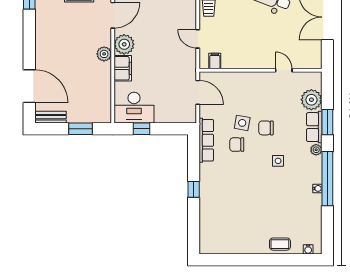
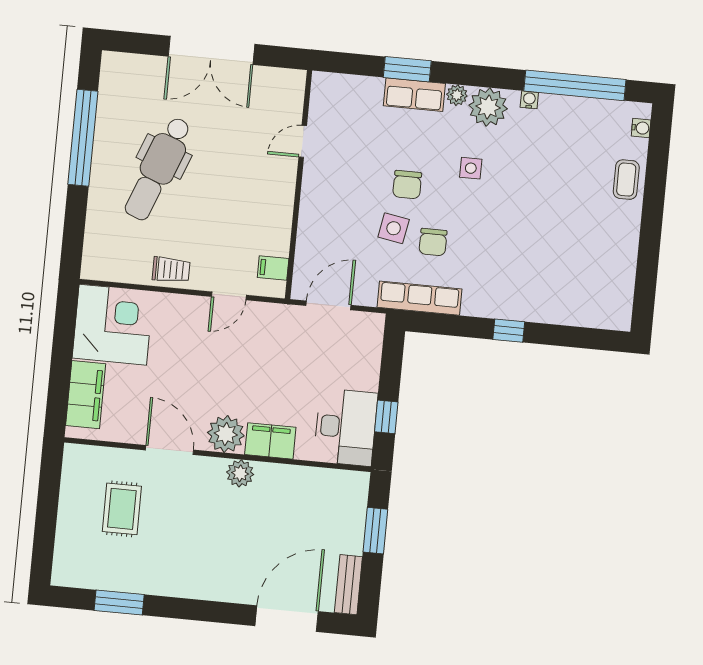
plant: (311, 100) -> (488, 107), moved
window: (327, 179) -> (575, 85), moved

